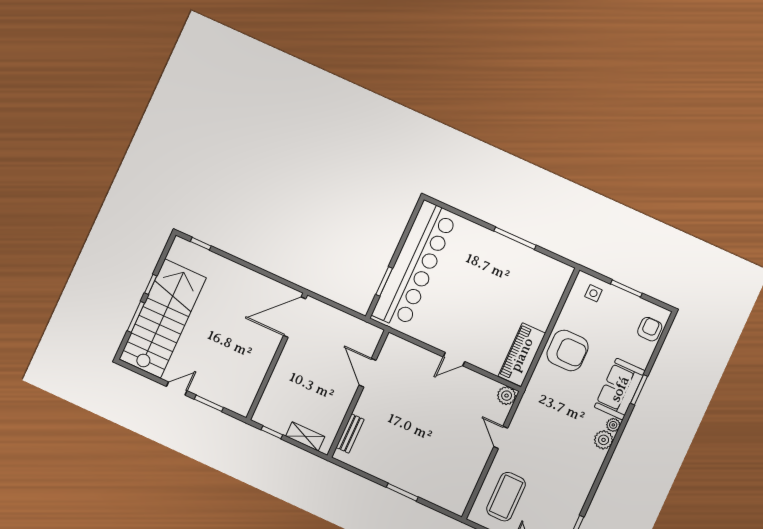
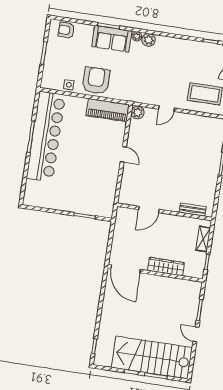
bar counter: (415, 265) -> (46, 137), moved, turned 90
side table: (593, 293) -> (69, 85), moved
wardrobe: (282, 374) -> (166, 267), added

